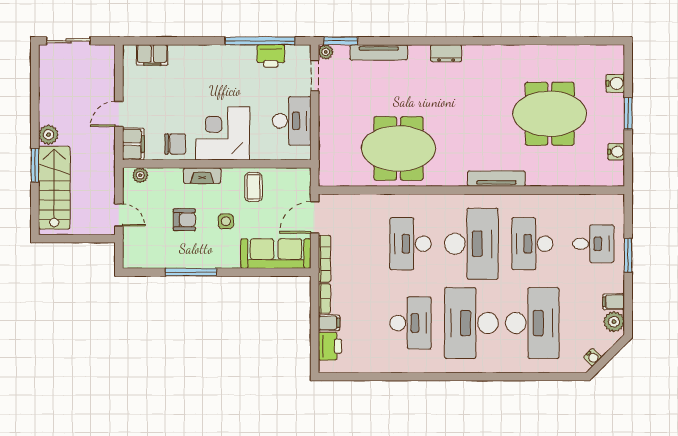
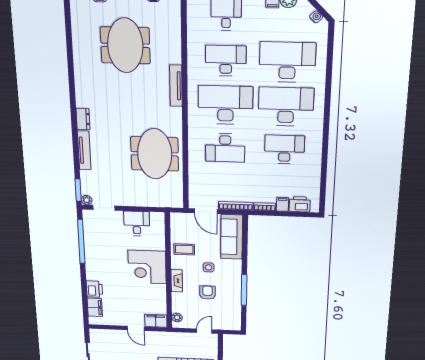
tv unit: (379, 52) -> (84, 150), moved
printer: (271, 56) -> (94, 289), moved
desk: (292, 121) -> (137, 224), width x0.73
chair: (175, 144) -> (155, 296), removed
desk: (532, 244) -> (226, 61), turned 180
desk: (471, 323) -> (286, 107), turned 180

